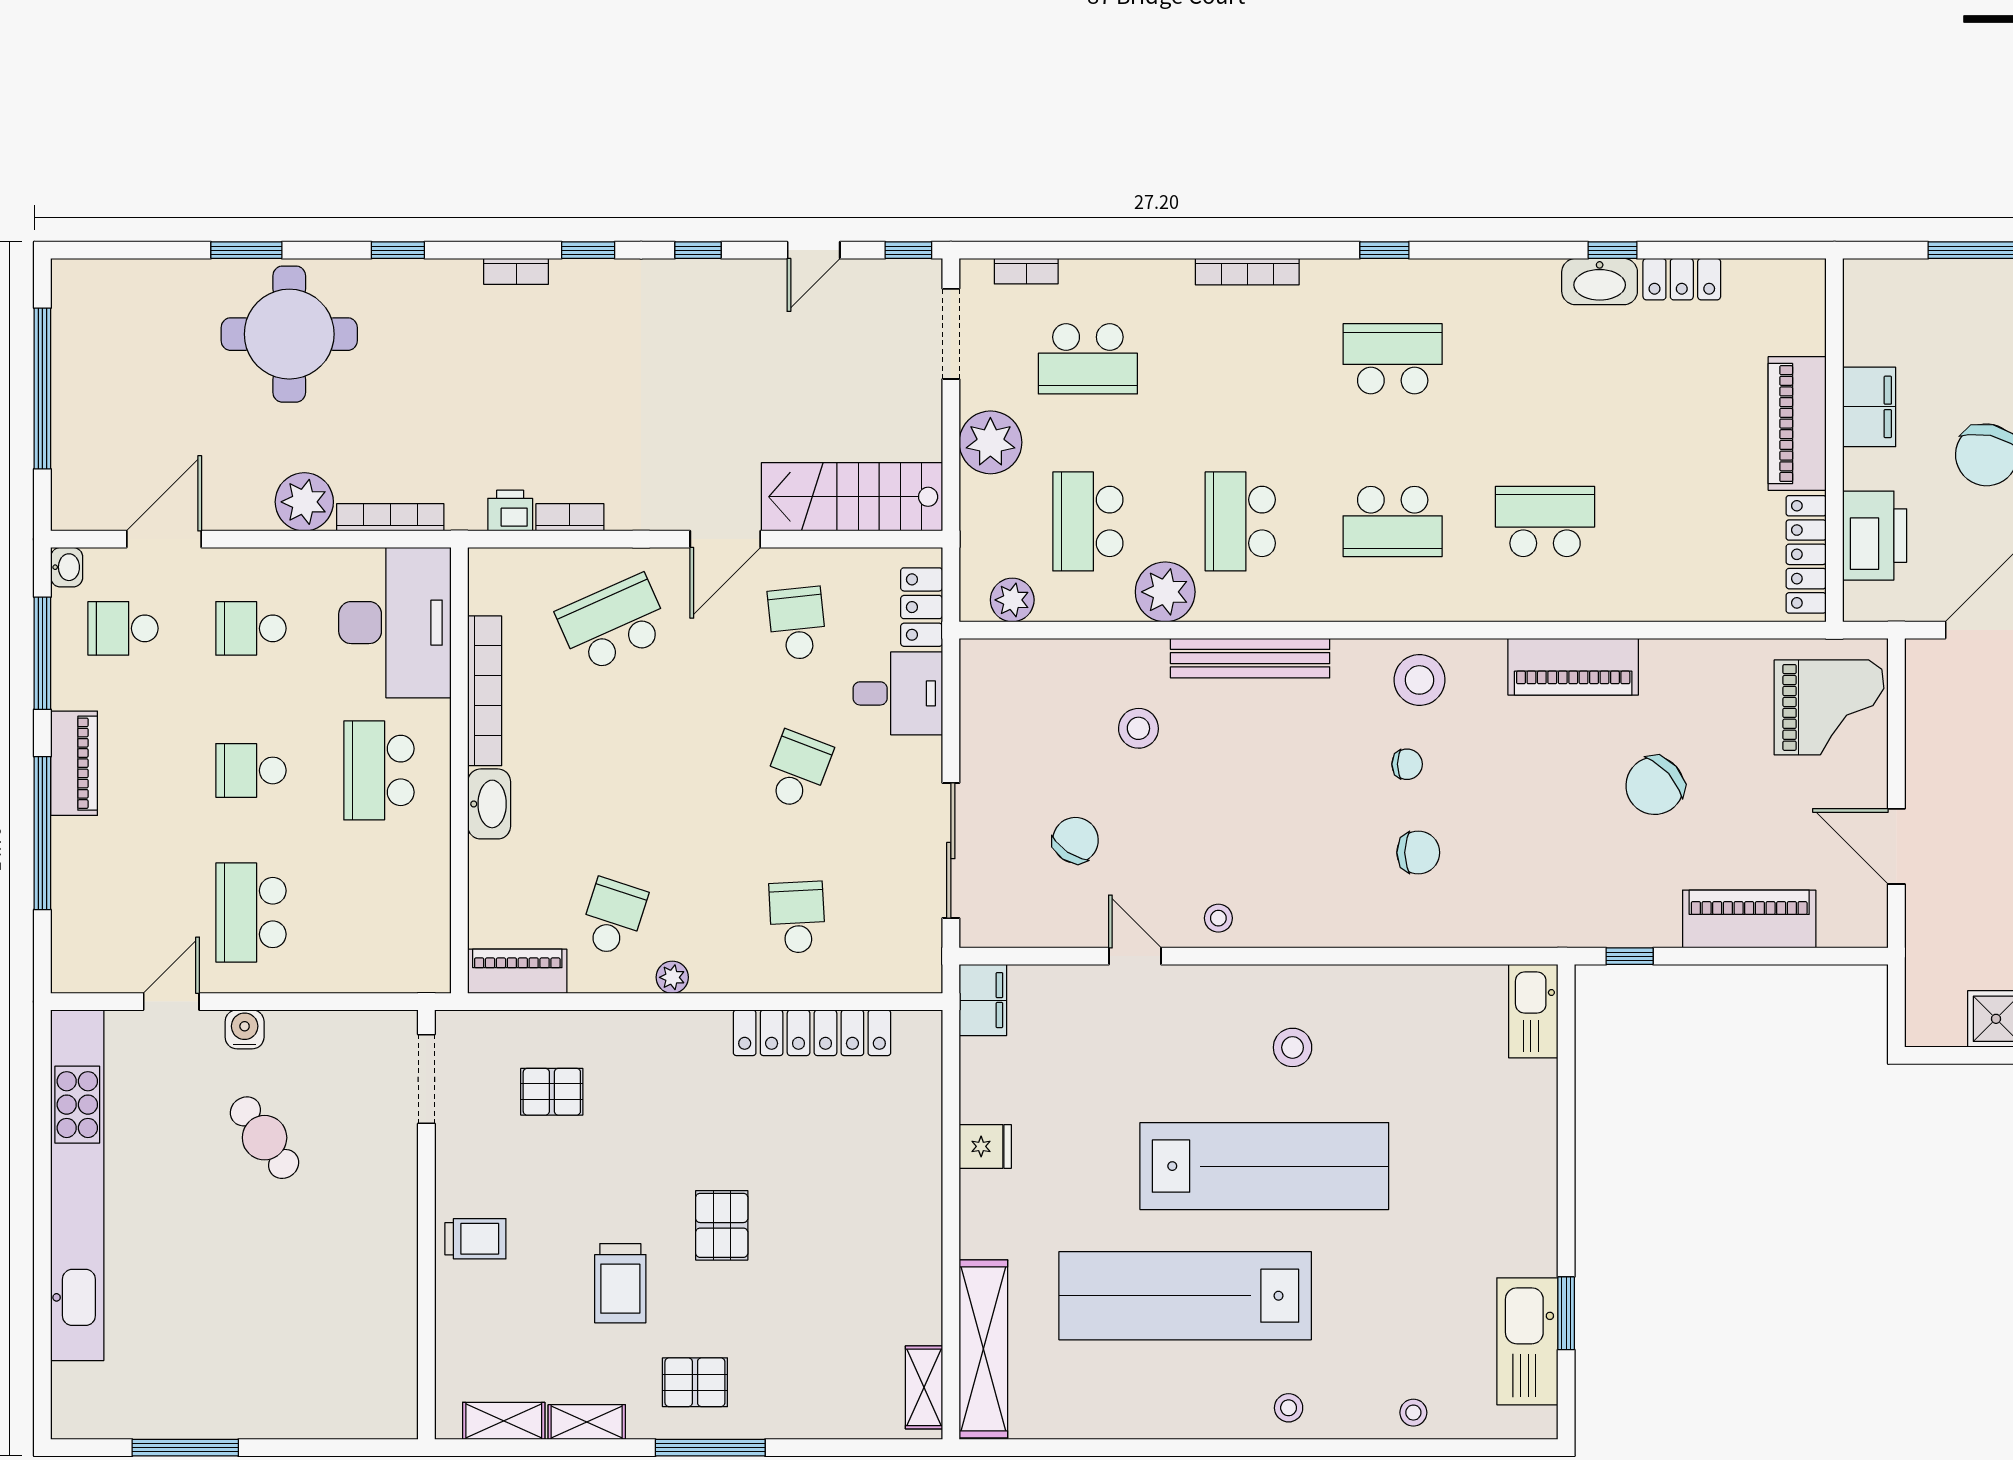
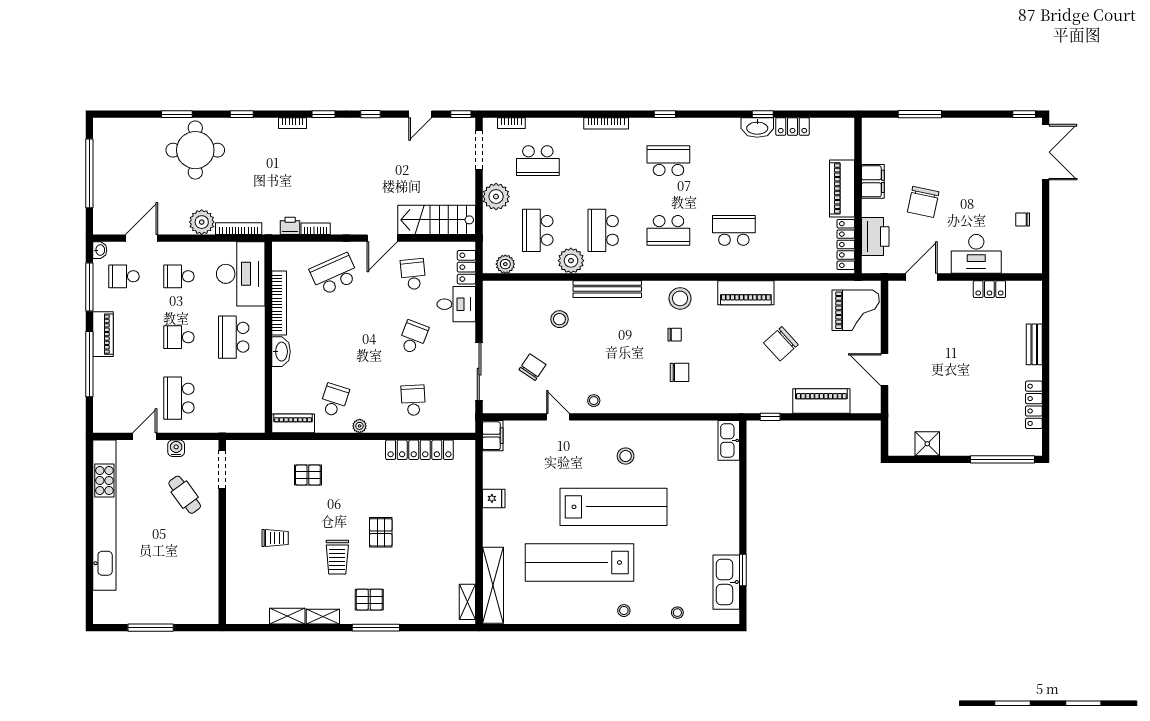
doorway: (426, 1079) -> (222, 470), moved
wall: (426, 1225) -> (222, 532), moved

